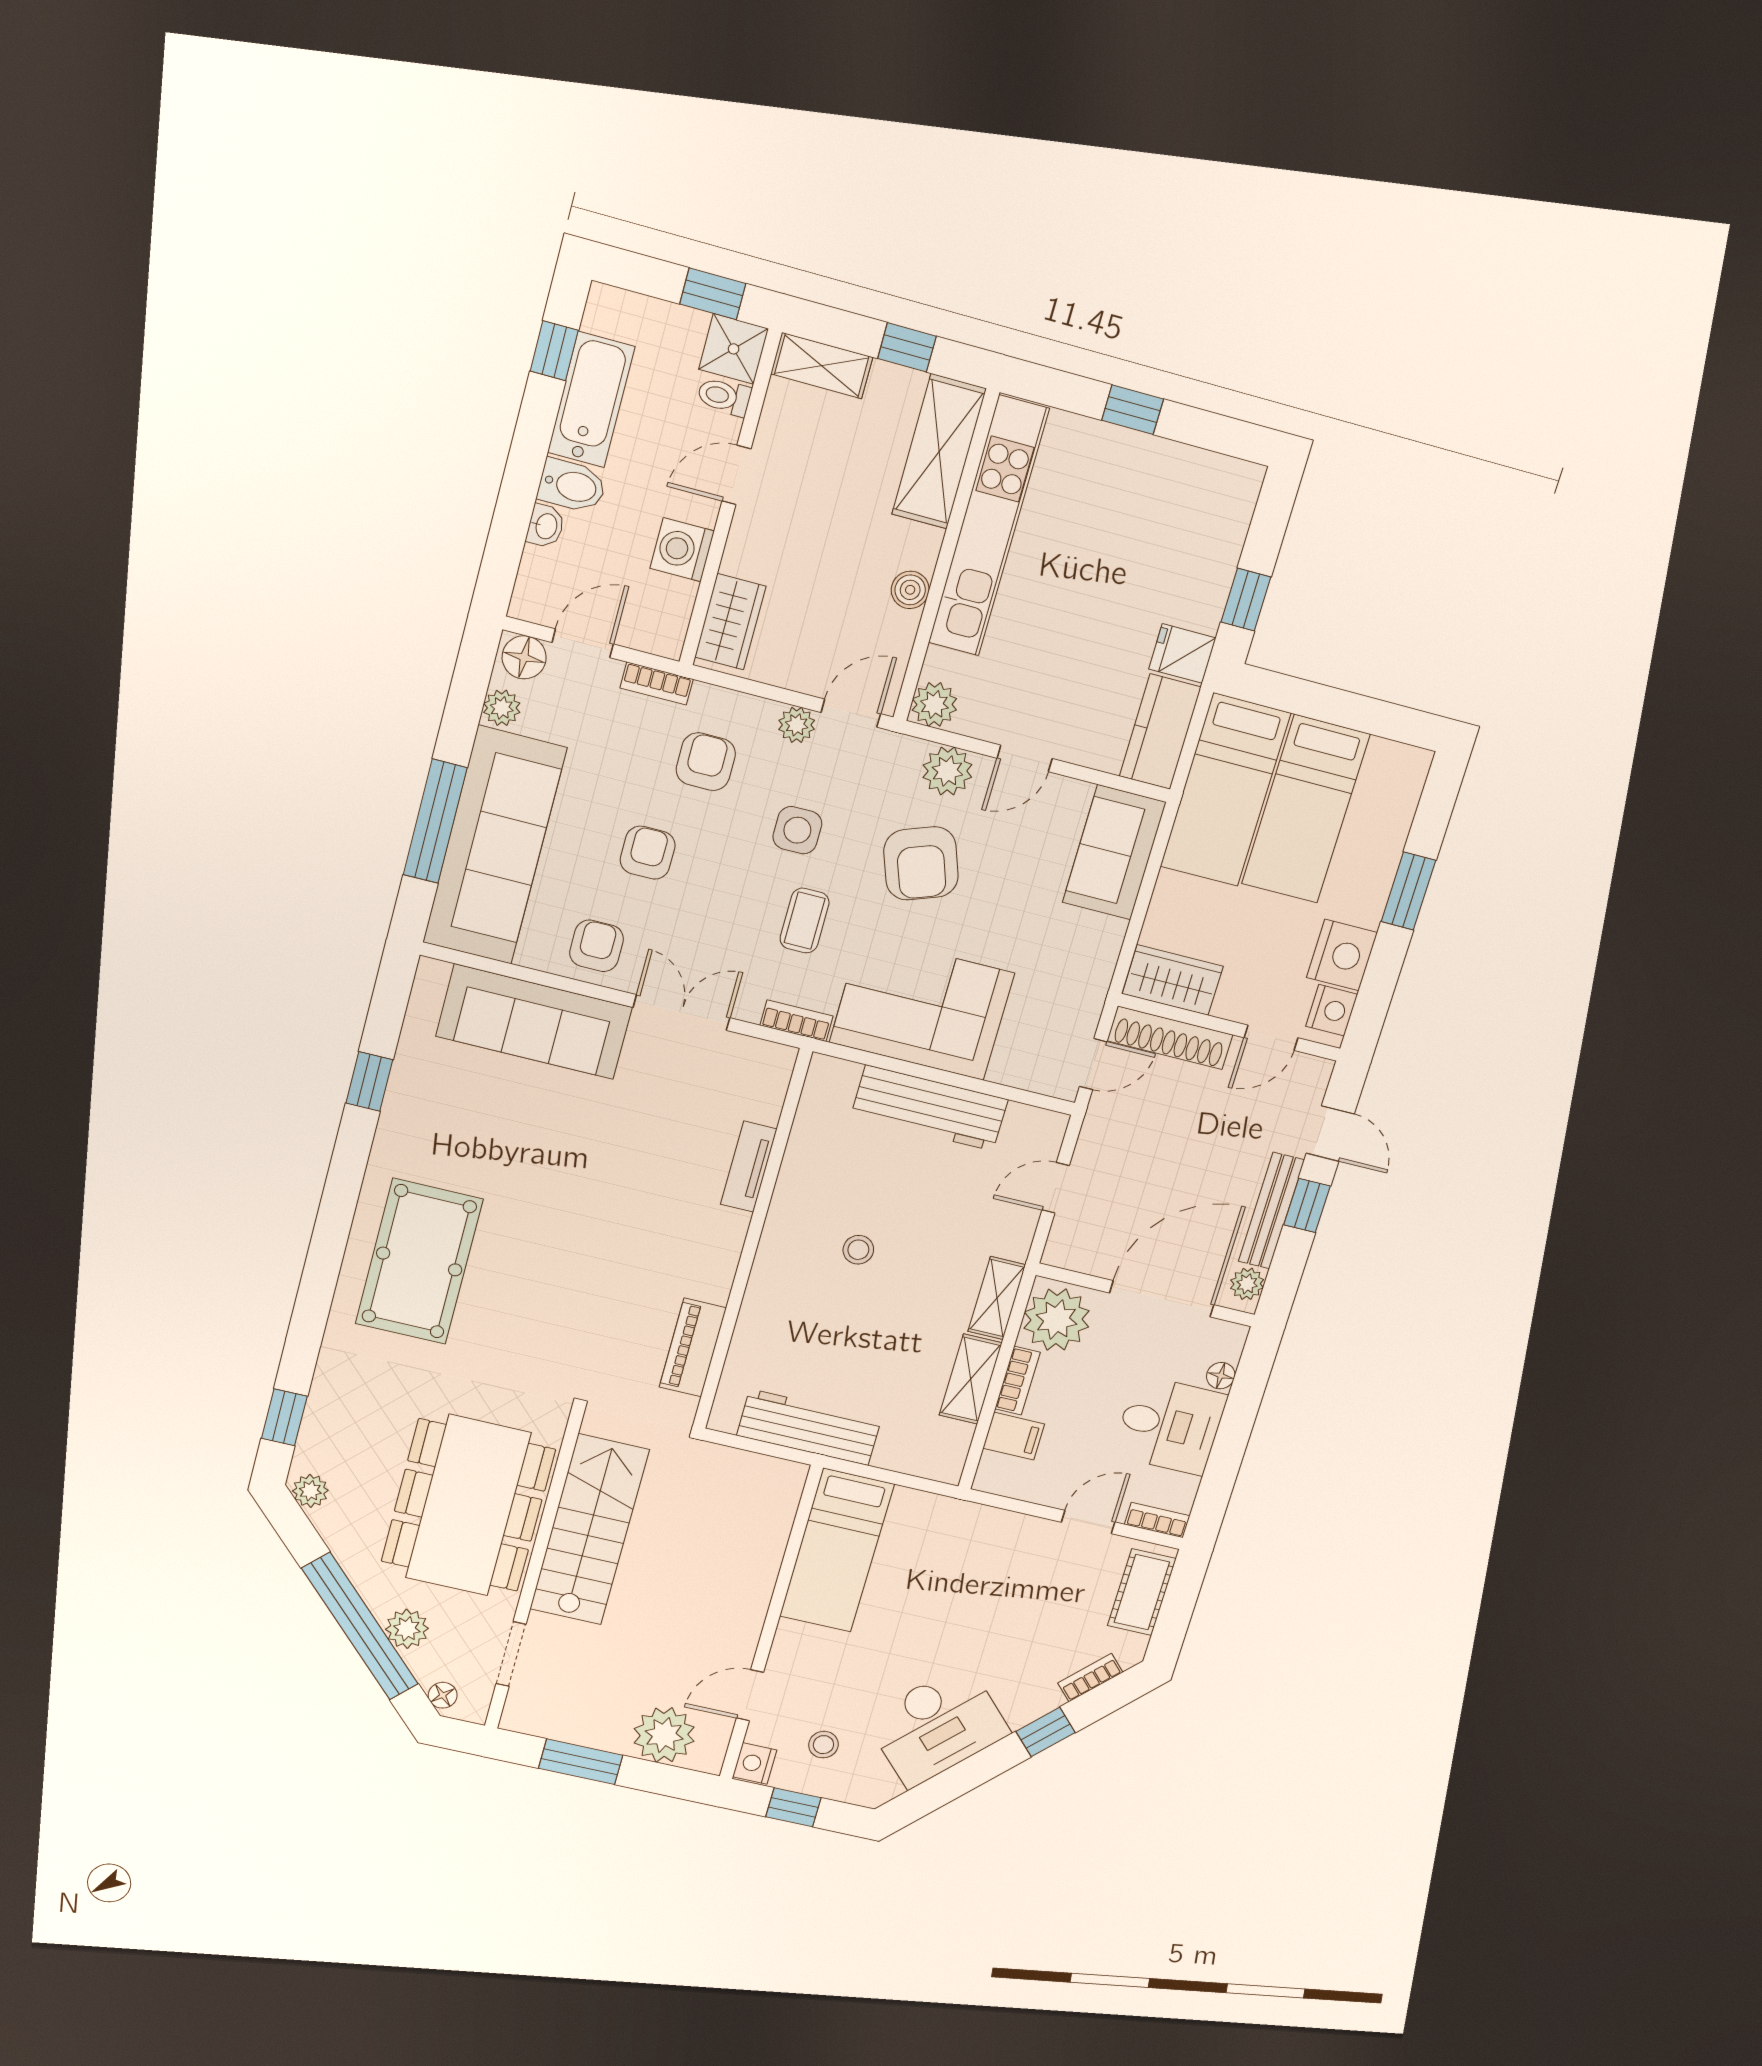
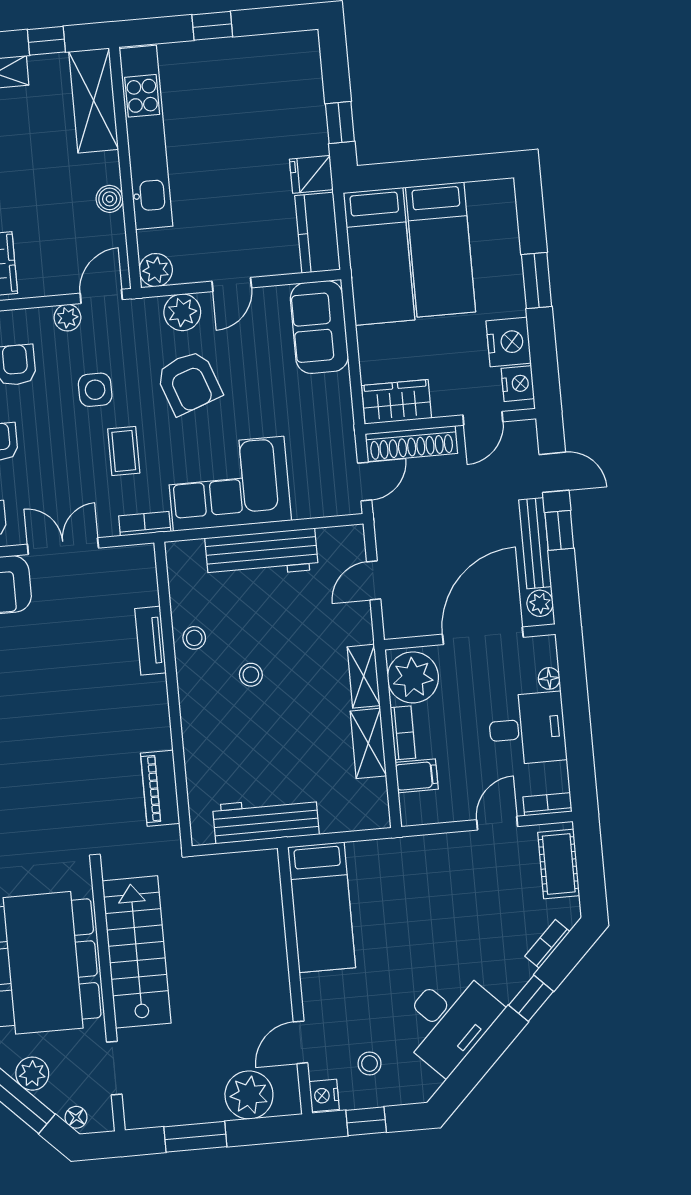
stool: (805, 1182) -> (194, 638), added

